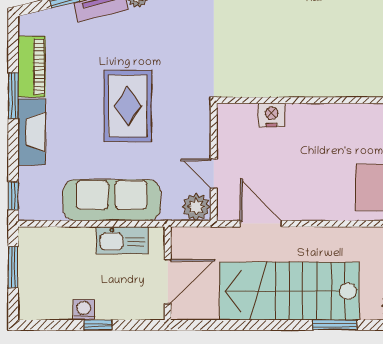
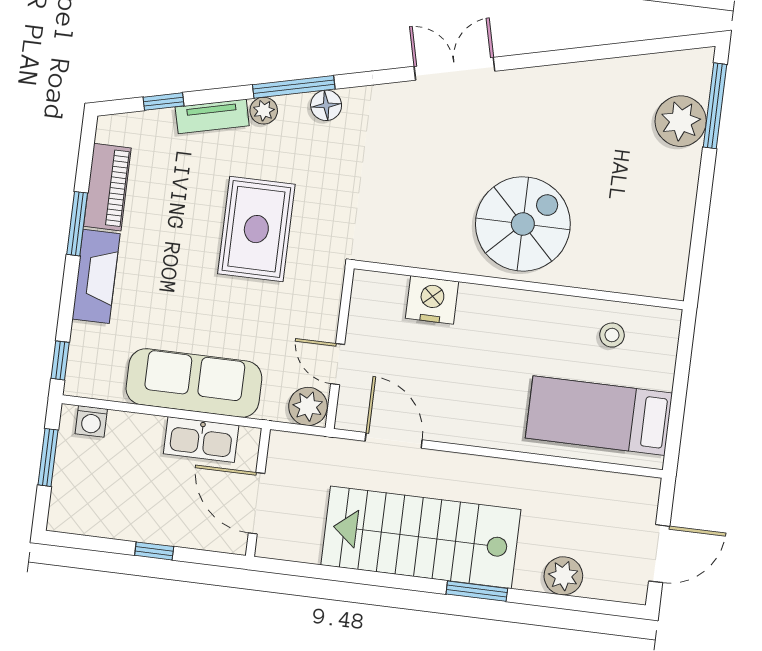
spiral stairs: (335, 56) -> (523, 224), added
rug: (128, 106) -> (256, 229), moved
nightstand: (271, 115) -> (432, 300), width x1.36, depth x1.33
door: (168, 281) -> (257, 503), swing flipped
washing machine: (84, 310) -> (91, 421), moved, turned 180

